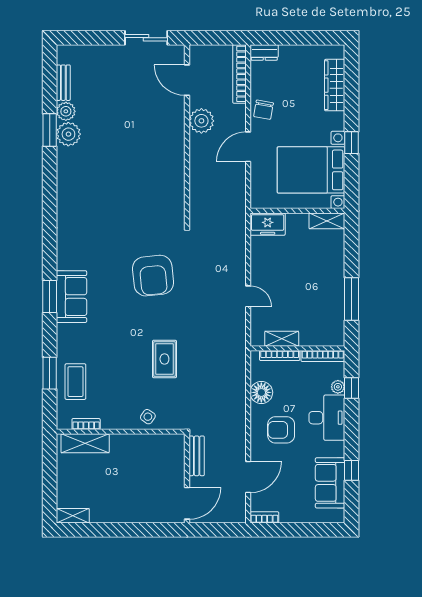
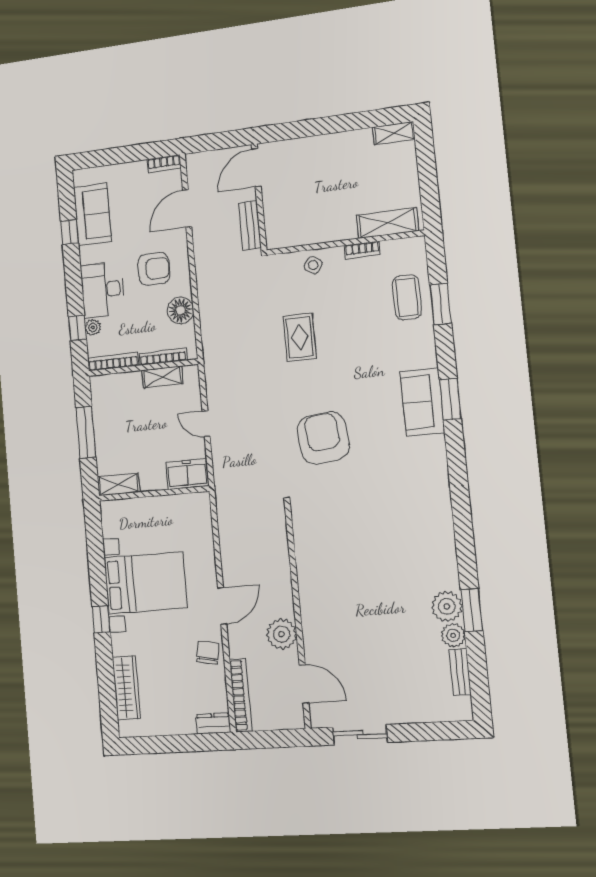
wall: (297, 211) -> (154, 493), moved
shelving: (327, 221) -> (119, 484), moved
freezer: (268, 224) -> (187, 474), moved
bookcase: (86, 424) -> (362, 250), moved

